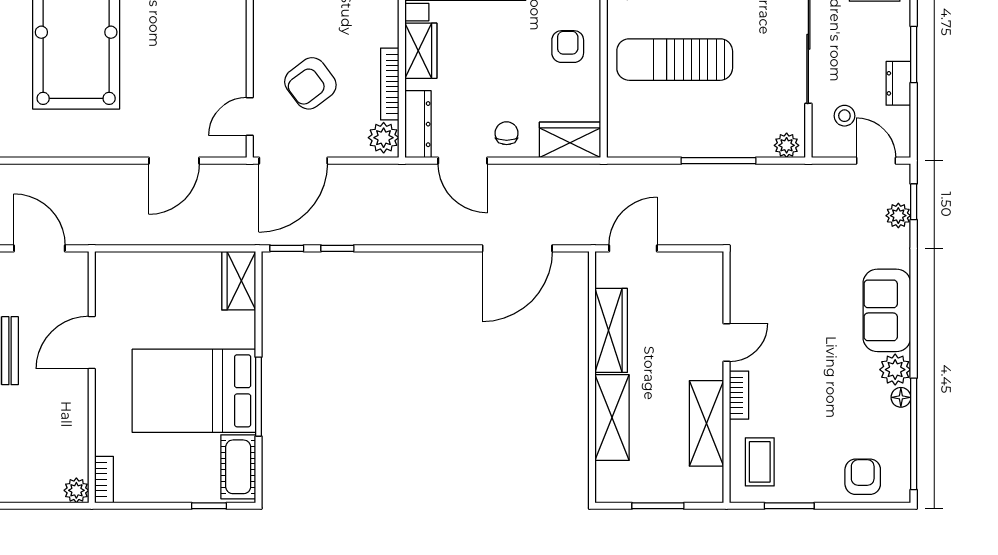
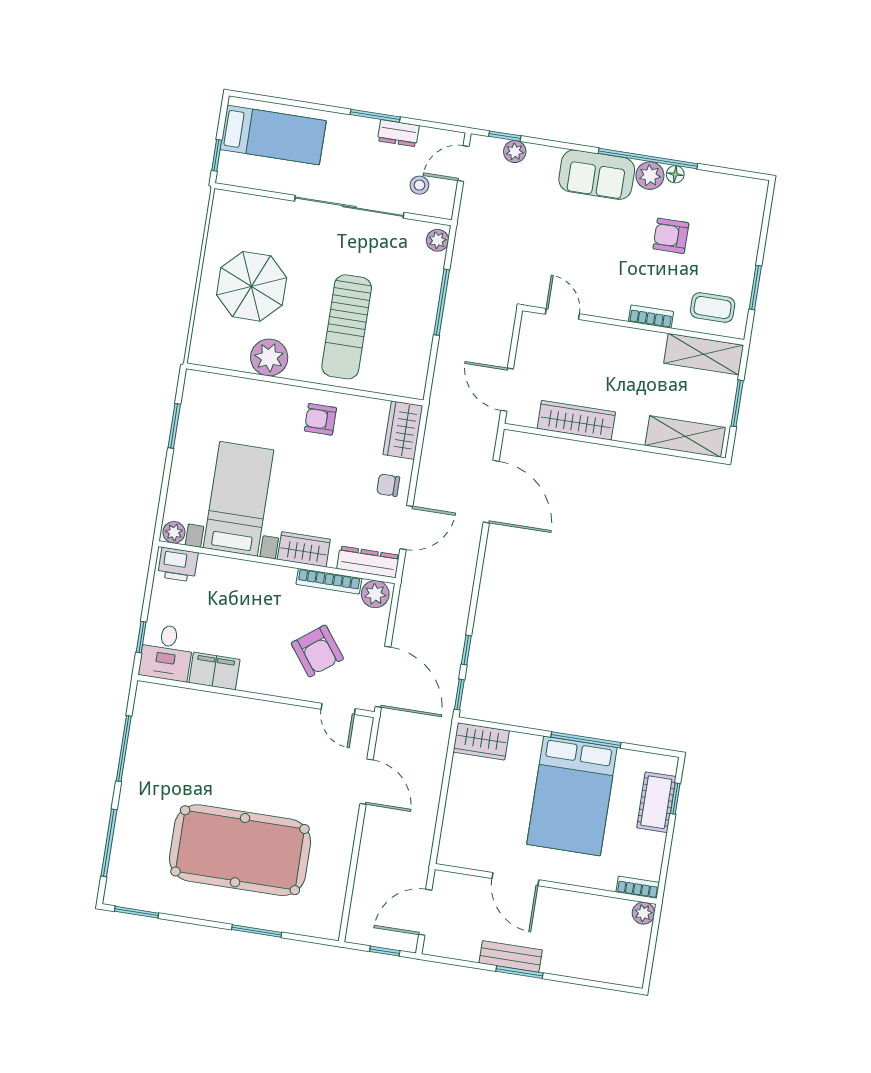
door: (726, 343) -> (562, 314), moved
shelving: (612, 418) -> (685, 436), moved
shelving: (706, 423) -> (704, 354), moved
window: (914, 434) -> (648, 158), moved
cot: (238, 467) -> (656, 802), moved, turned 90
armchair: (863, 477) -> (671, 236), moved

